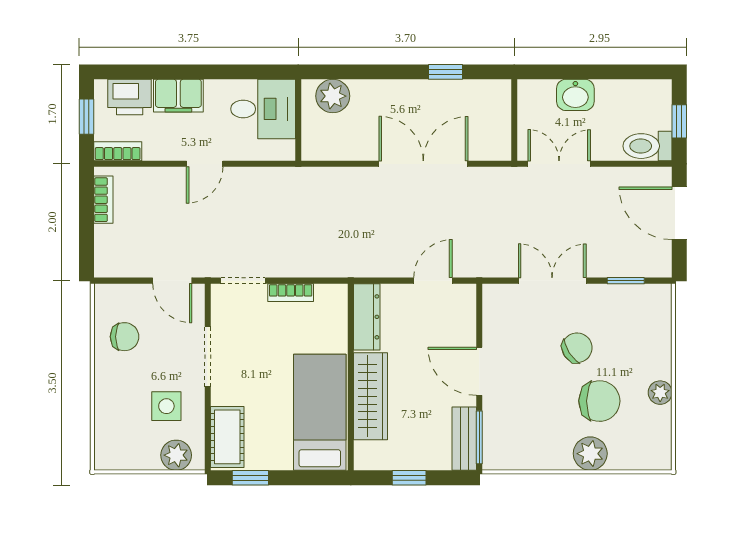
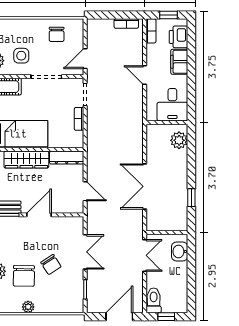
washbasin: (575, 95) -> (180, 252), moved
double door: (423, 164) -> (145, 186), swing flipped

